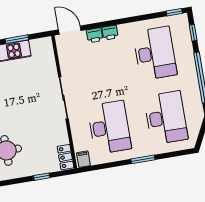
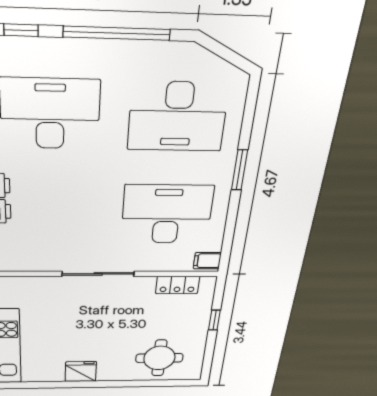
desk: (166, 118) -> (178, 117), turned 180
locker: (65, 157) -> (178, 285), moved

